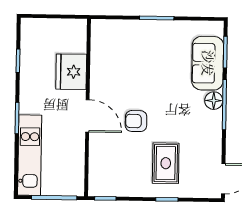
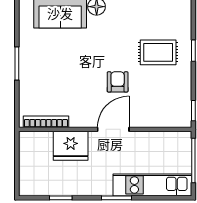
bookcase: (96, 47) -> (46, 122), added
armchair: (136, 121) -> (118, 82), turned 180

